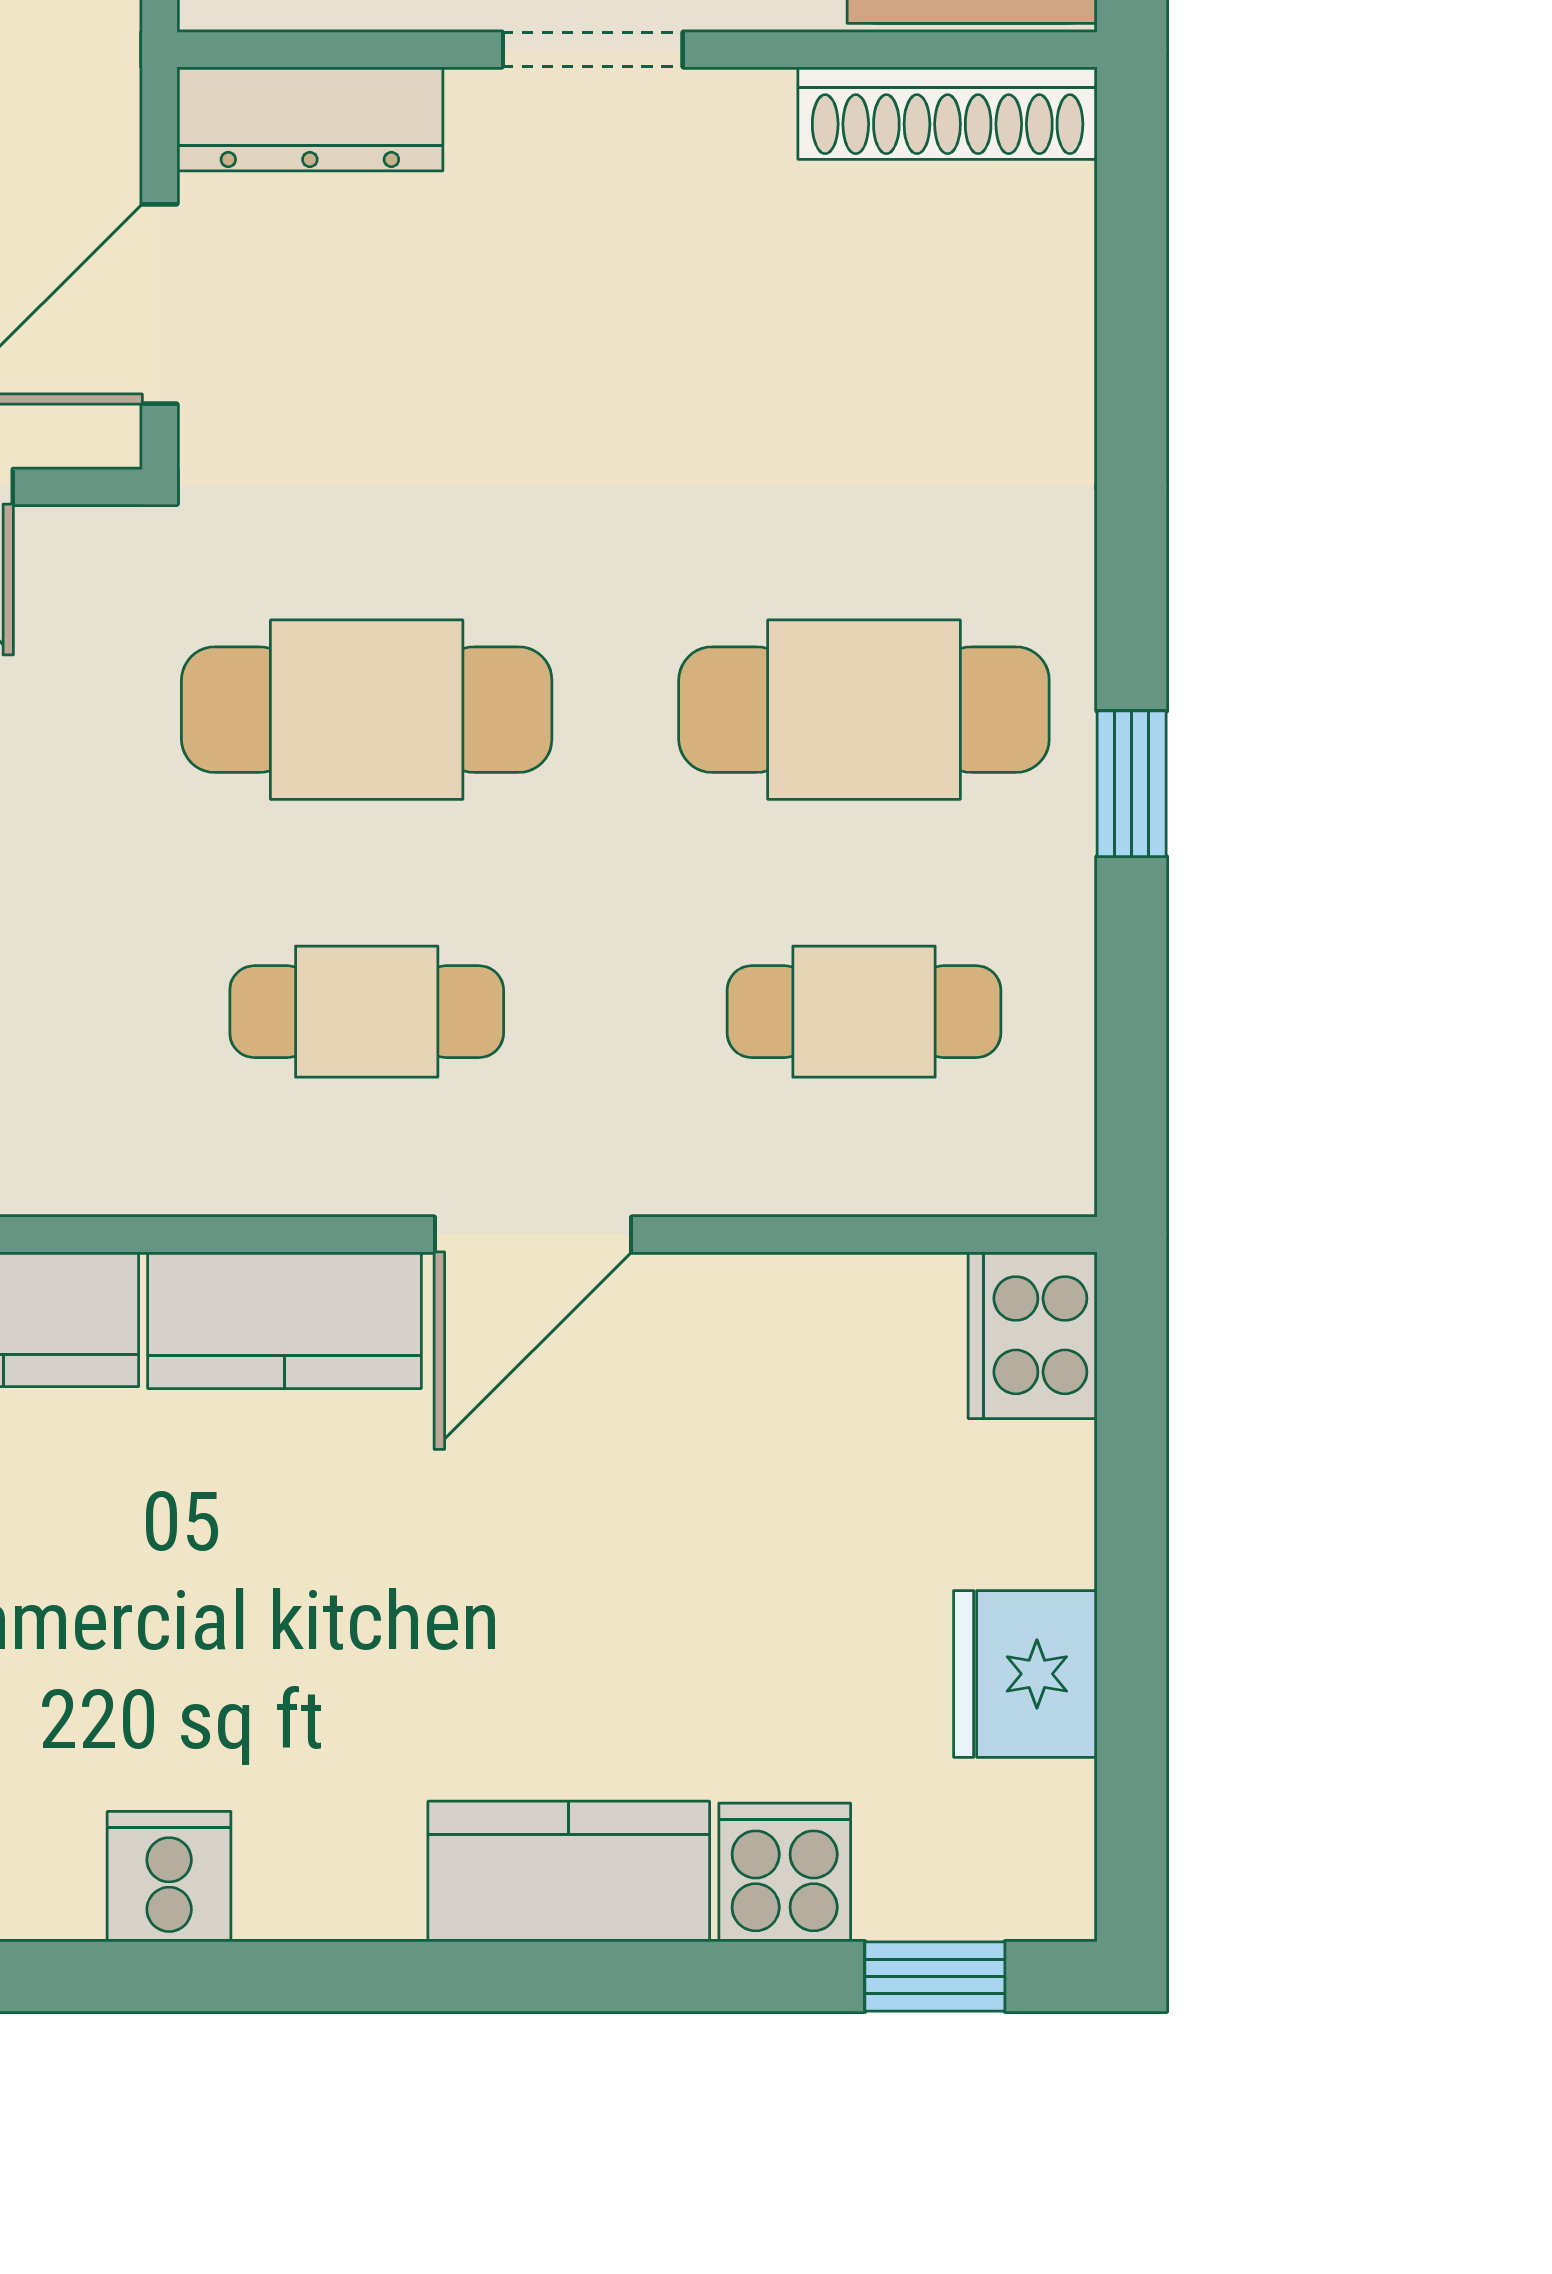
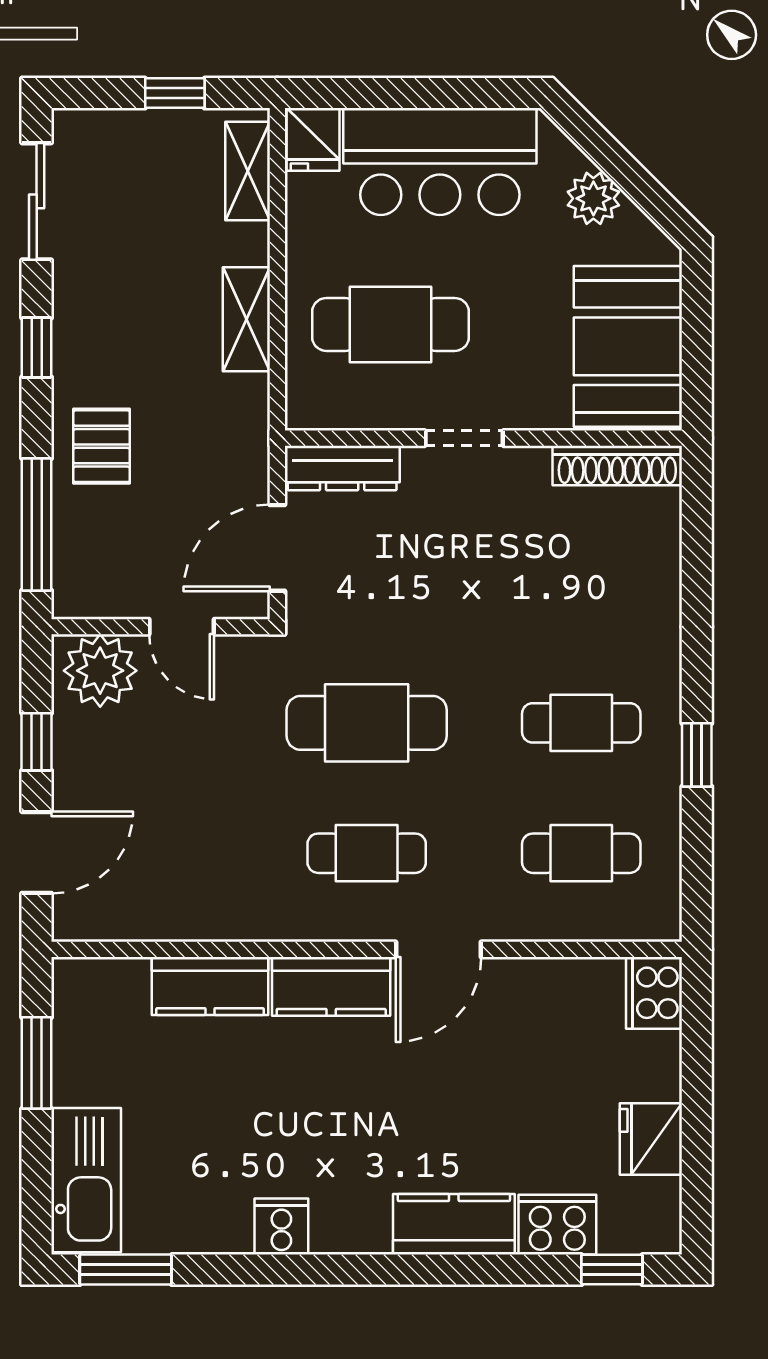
cafe table: (864, 710) -> (581, 723), width x0.73, depth x0.74
cooker: (785, 1873) -> (557, 1225), width x1.36

